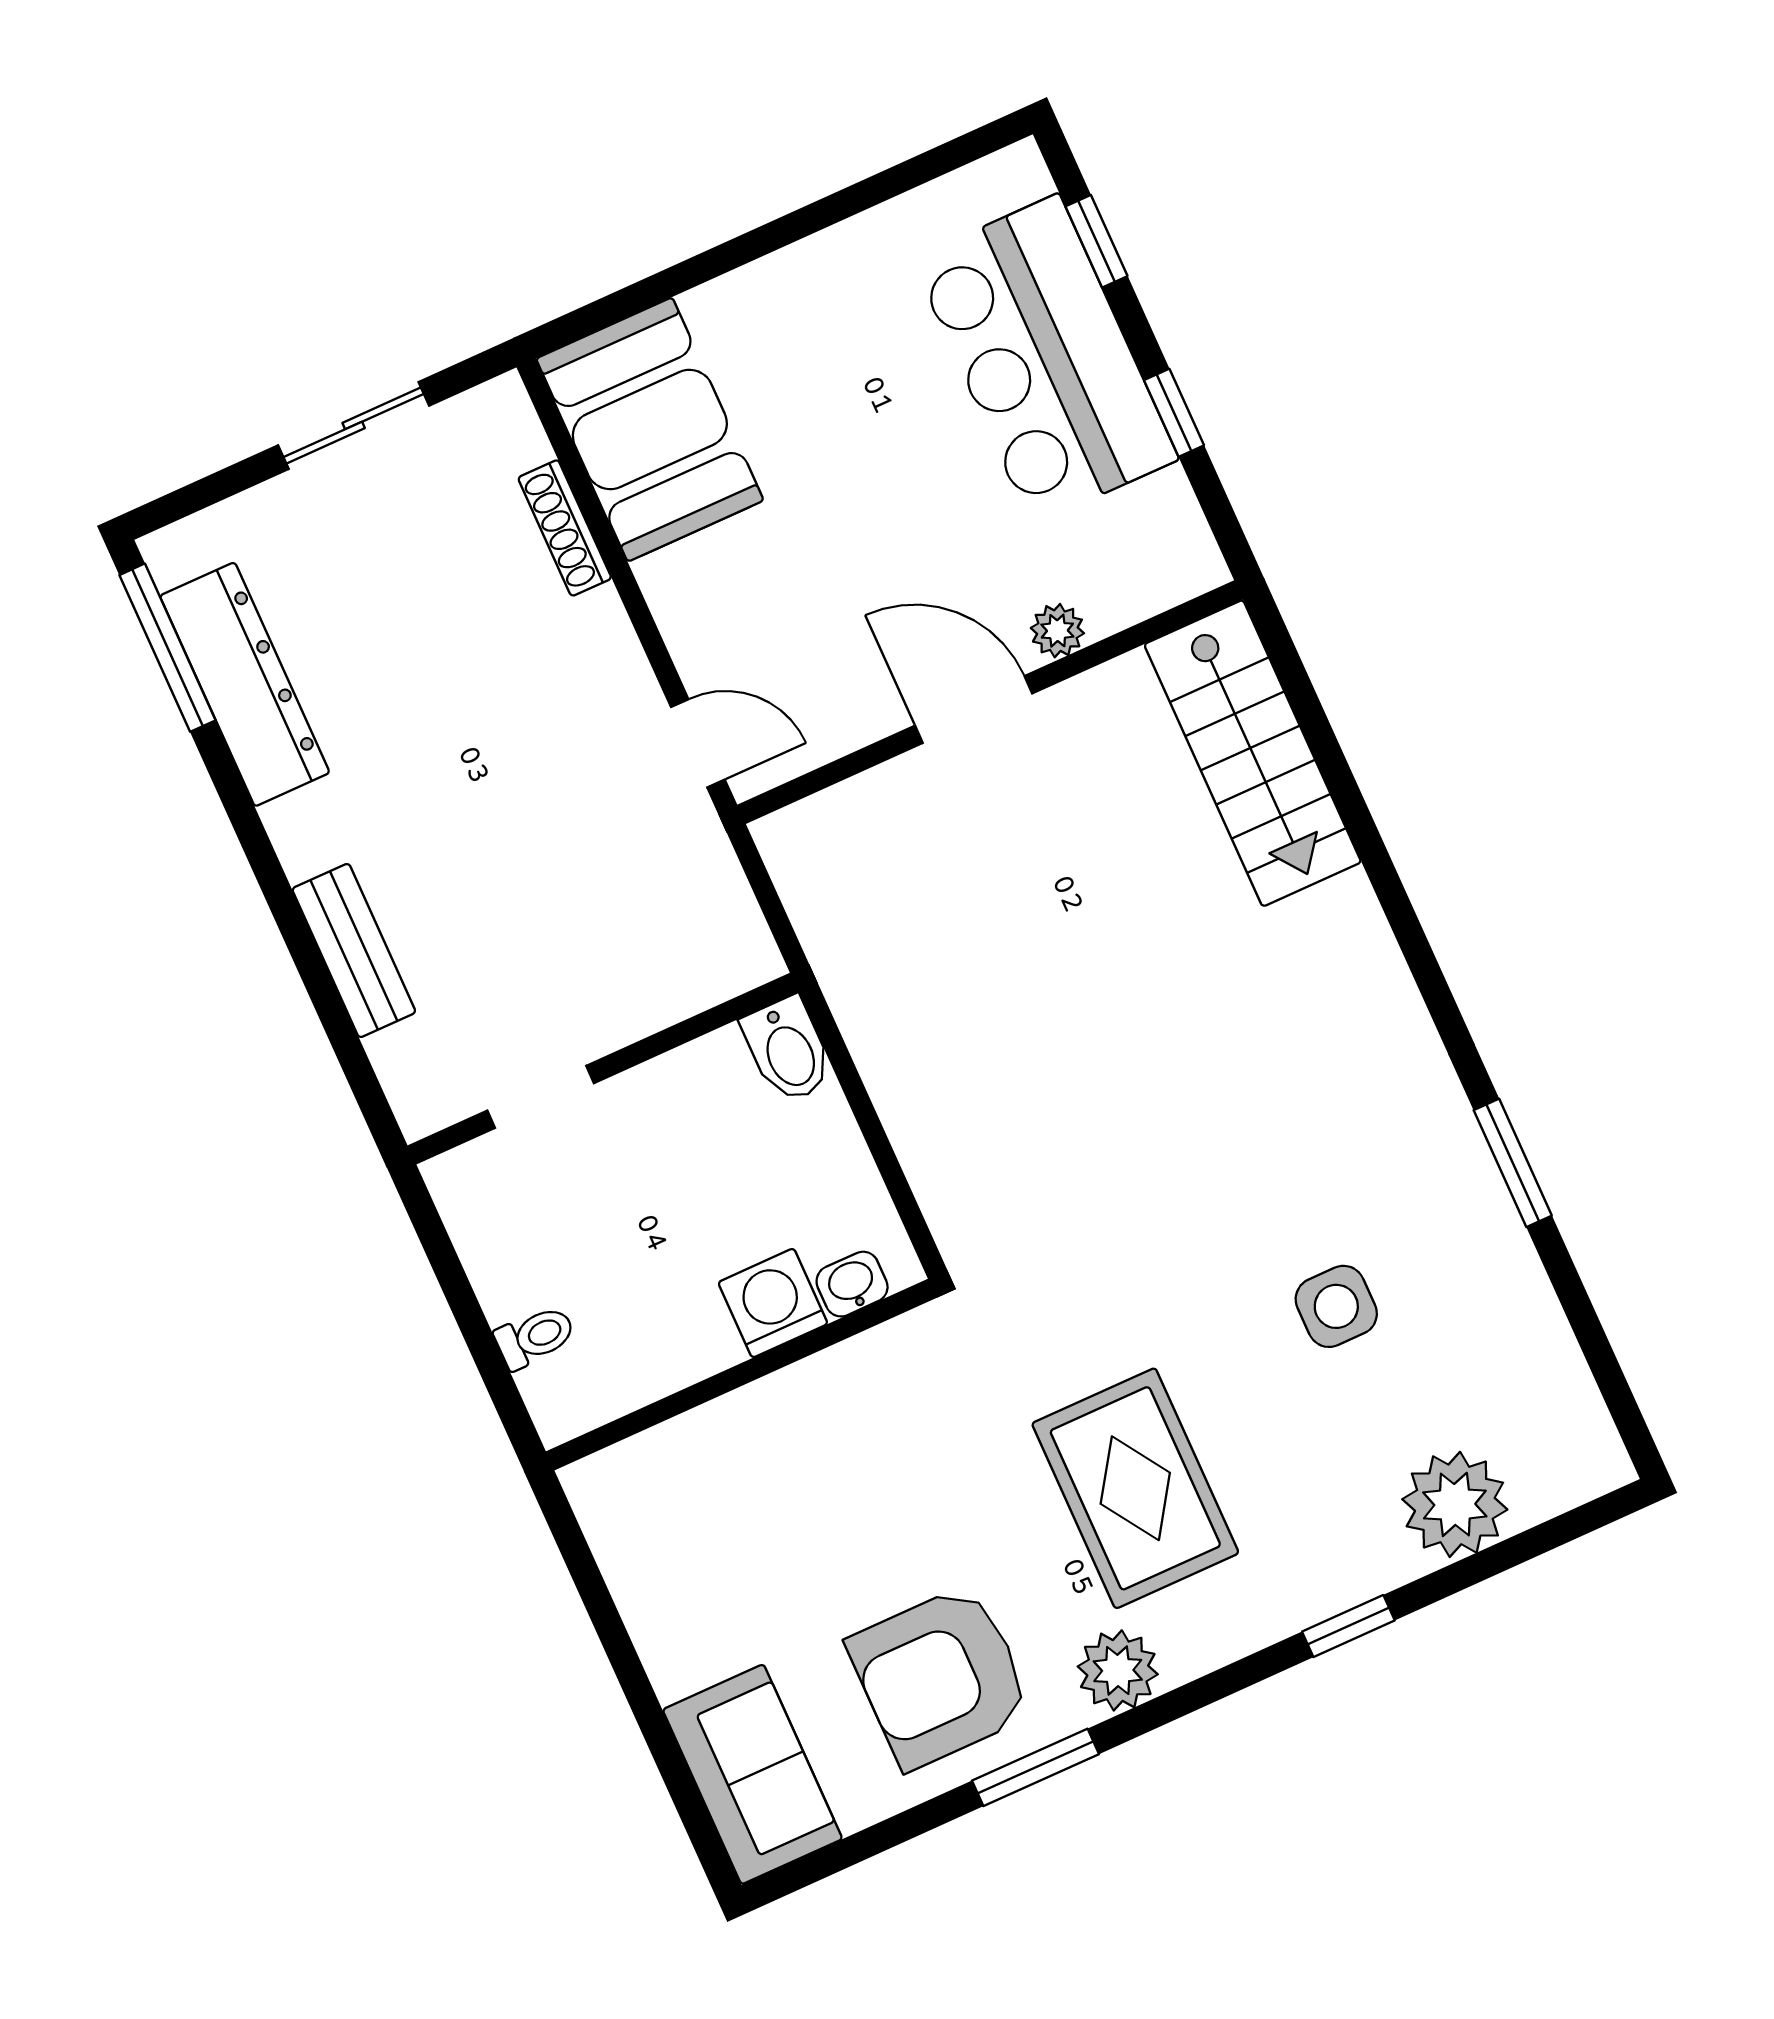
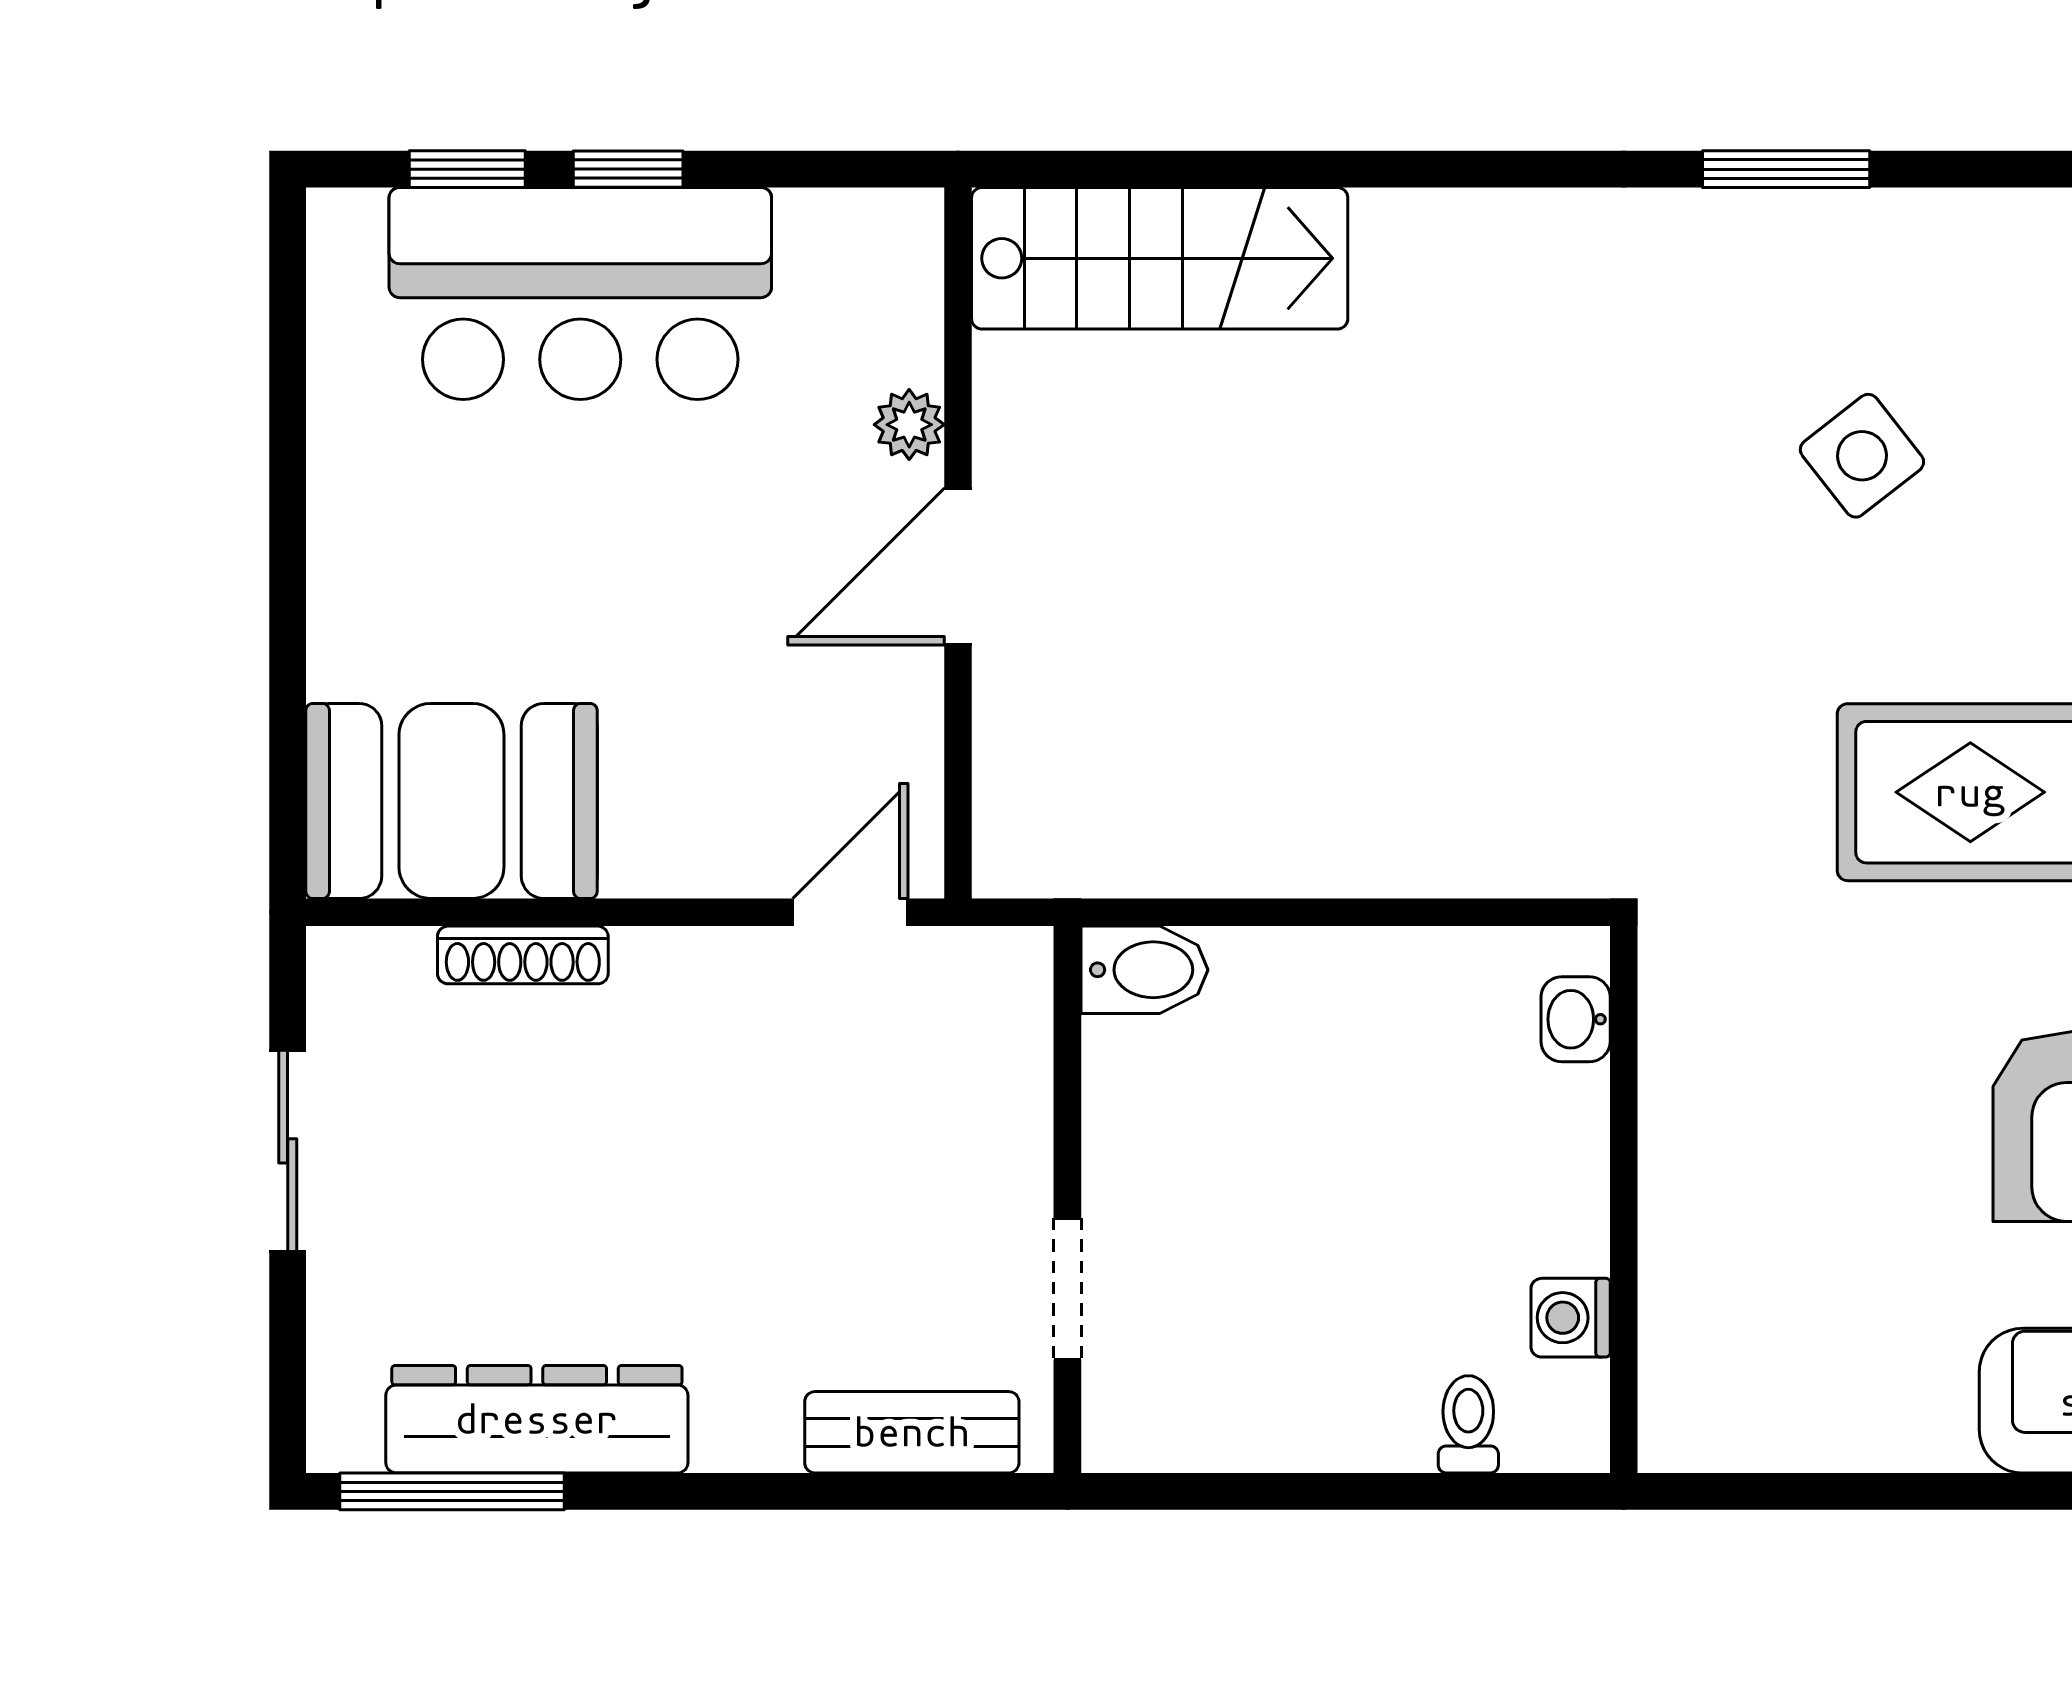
window: (1174, 413) -> (628, 169), moved
bidet: (788, 1050) -> (1144, 970), moved
wall: (603, 1069) -> (1067, 1200), moved
doorway: (541, 1097) -> (1067, 1289), moved
washing machine: (773, 1303) -> (1571, 1318), moved, width x0.73, depth x0.73
side table: (1336, 1306) -> (1862, 456), turned -38

